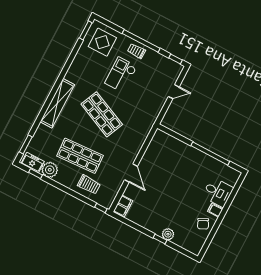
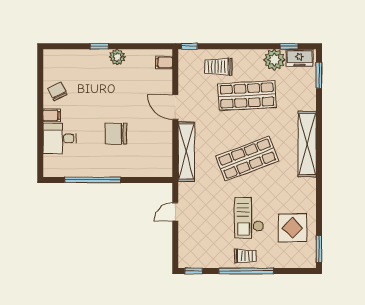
display table: (102, 42) -> (292, 228), moved
checkout: (121, 75) -> (249, 218), turned 180
door: (174, 92) -> (175, 212), moved
shop shelf: (102, 114) -> (247, 159), turned -45
shelving: (139, 140) -> (186, 152), added
chair: (179, 176) -> (116, 134), added
filing cabinet: (123, 206) -> (164, 62), width x0.50
plant: (168, 234) -> (117, 57), moved

